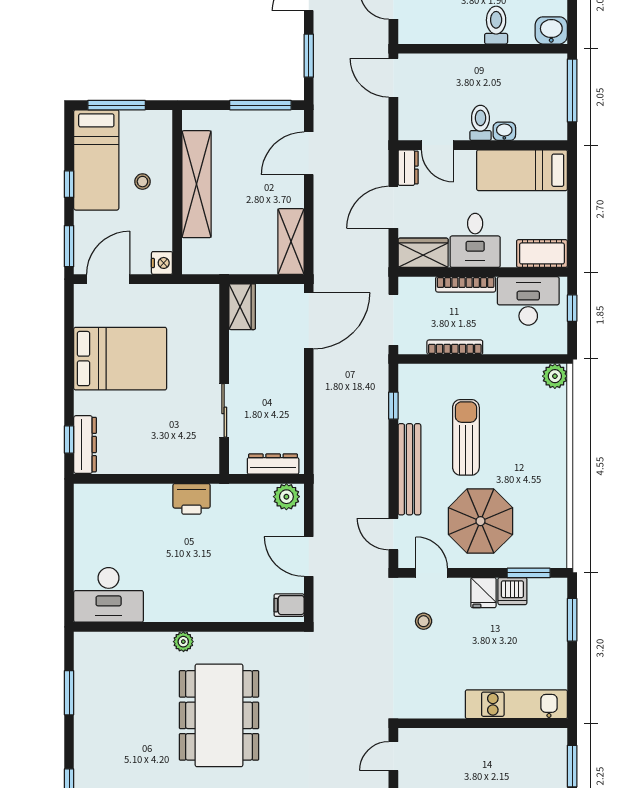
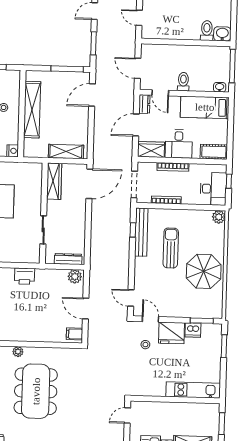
toilet: (496, 25) -> (207, 31), moved
door: (393, 78) -> (138, 68), moved
washbasin: (504, 131) -> (220, 87), moved
shelving: (291, 242) -> (66, 151), moved, turned 90
desk: (528, 301) -> (213, 189), moved, turned 90
wardrobe: (242, 307) -> (54, 181), width x1.50
bench: (409, 469) -> (141, 232), moved
parasol: (480, 521) -> (204, 271), moved
fridge: (483, 593) -> (172, 333), width x1.88, depth x1.34

